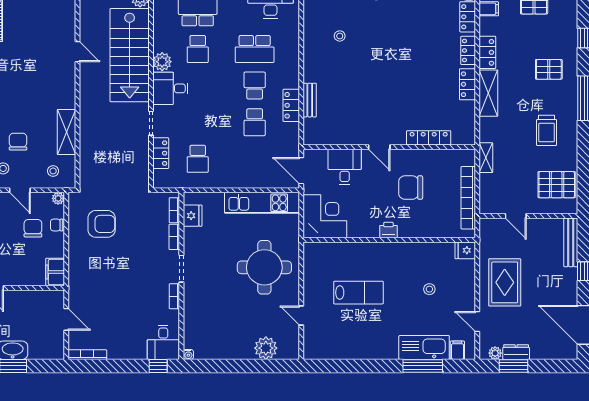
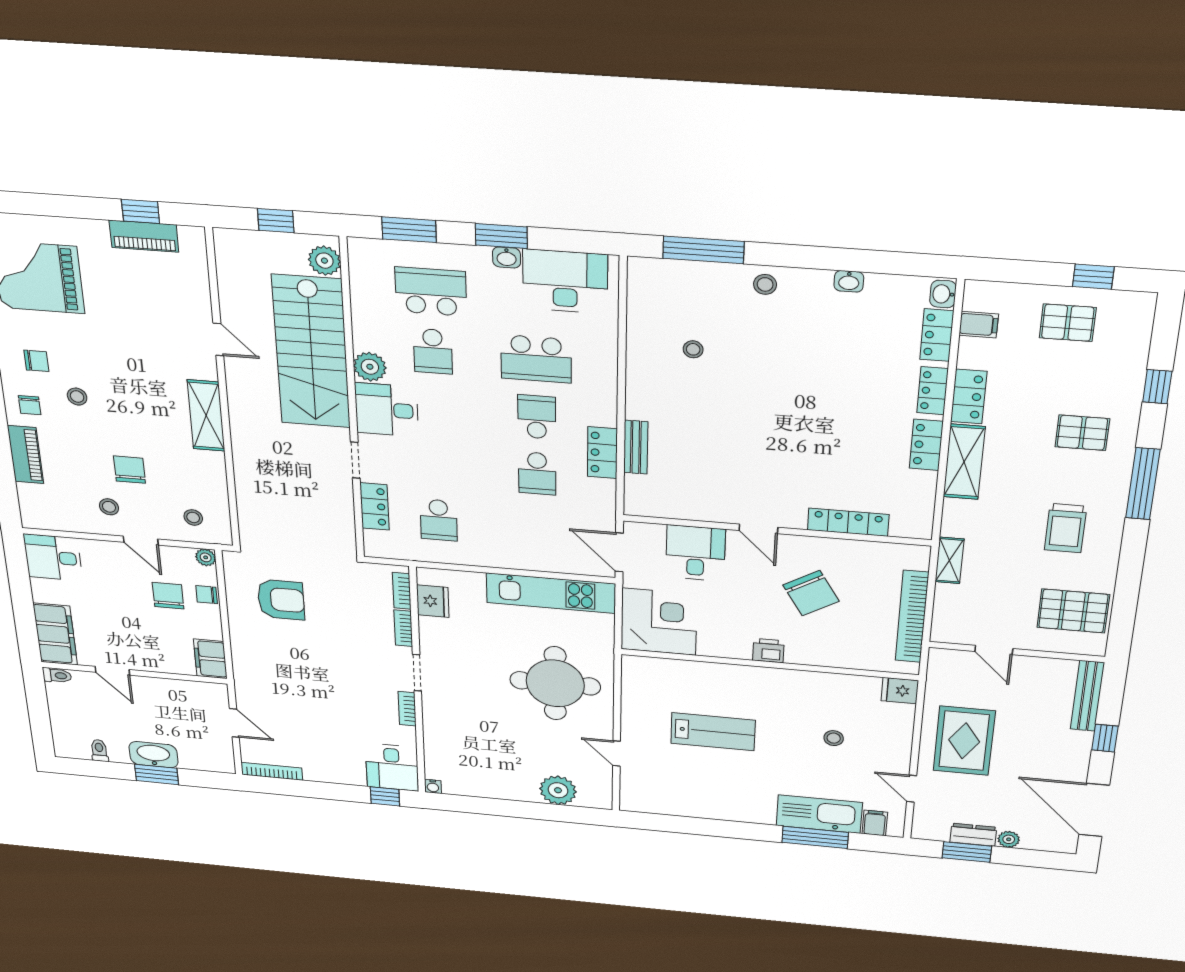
shelving: (66, 132) -> (206, 416), moved
chair: (411, 188) -> (811, 593), turned -121
plant: (495, 353) -> (1009, 839), moved

